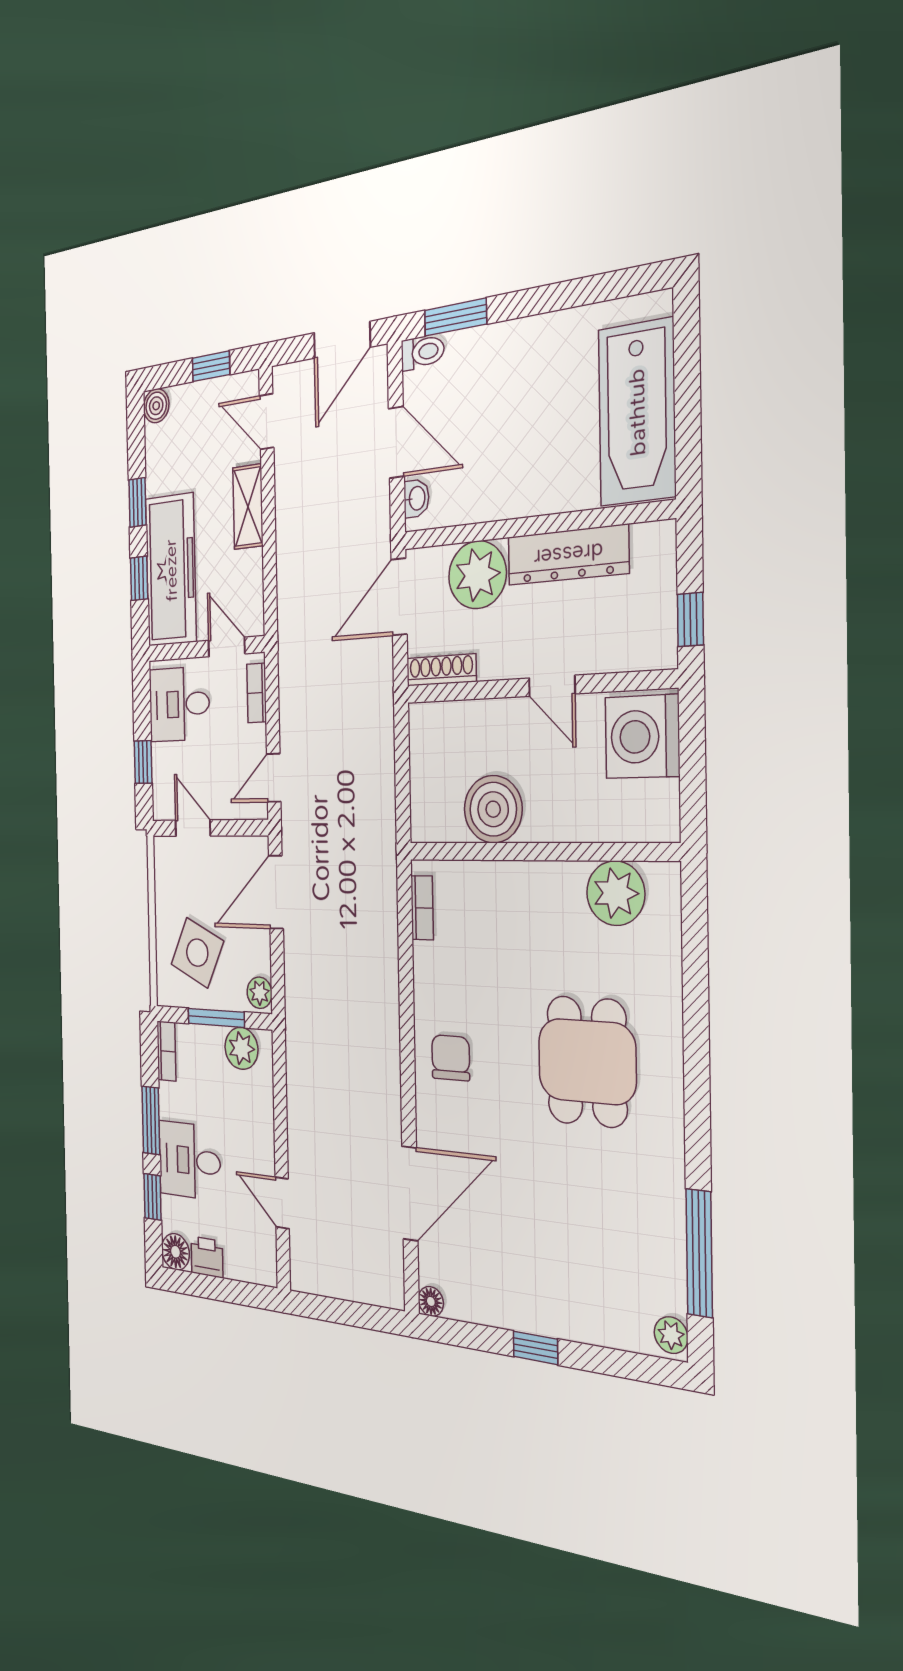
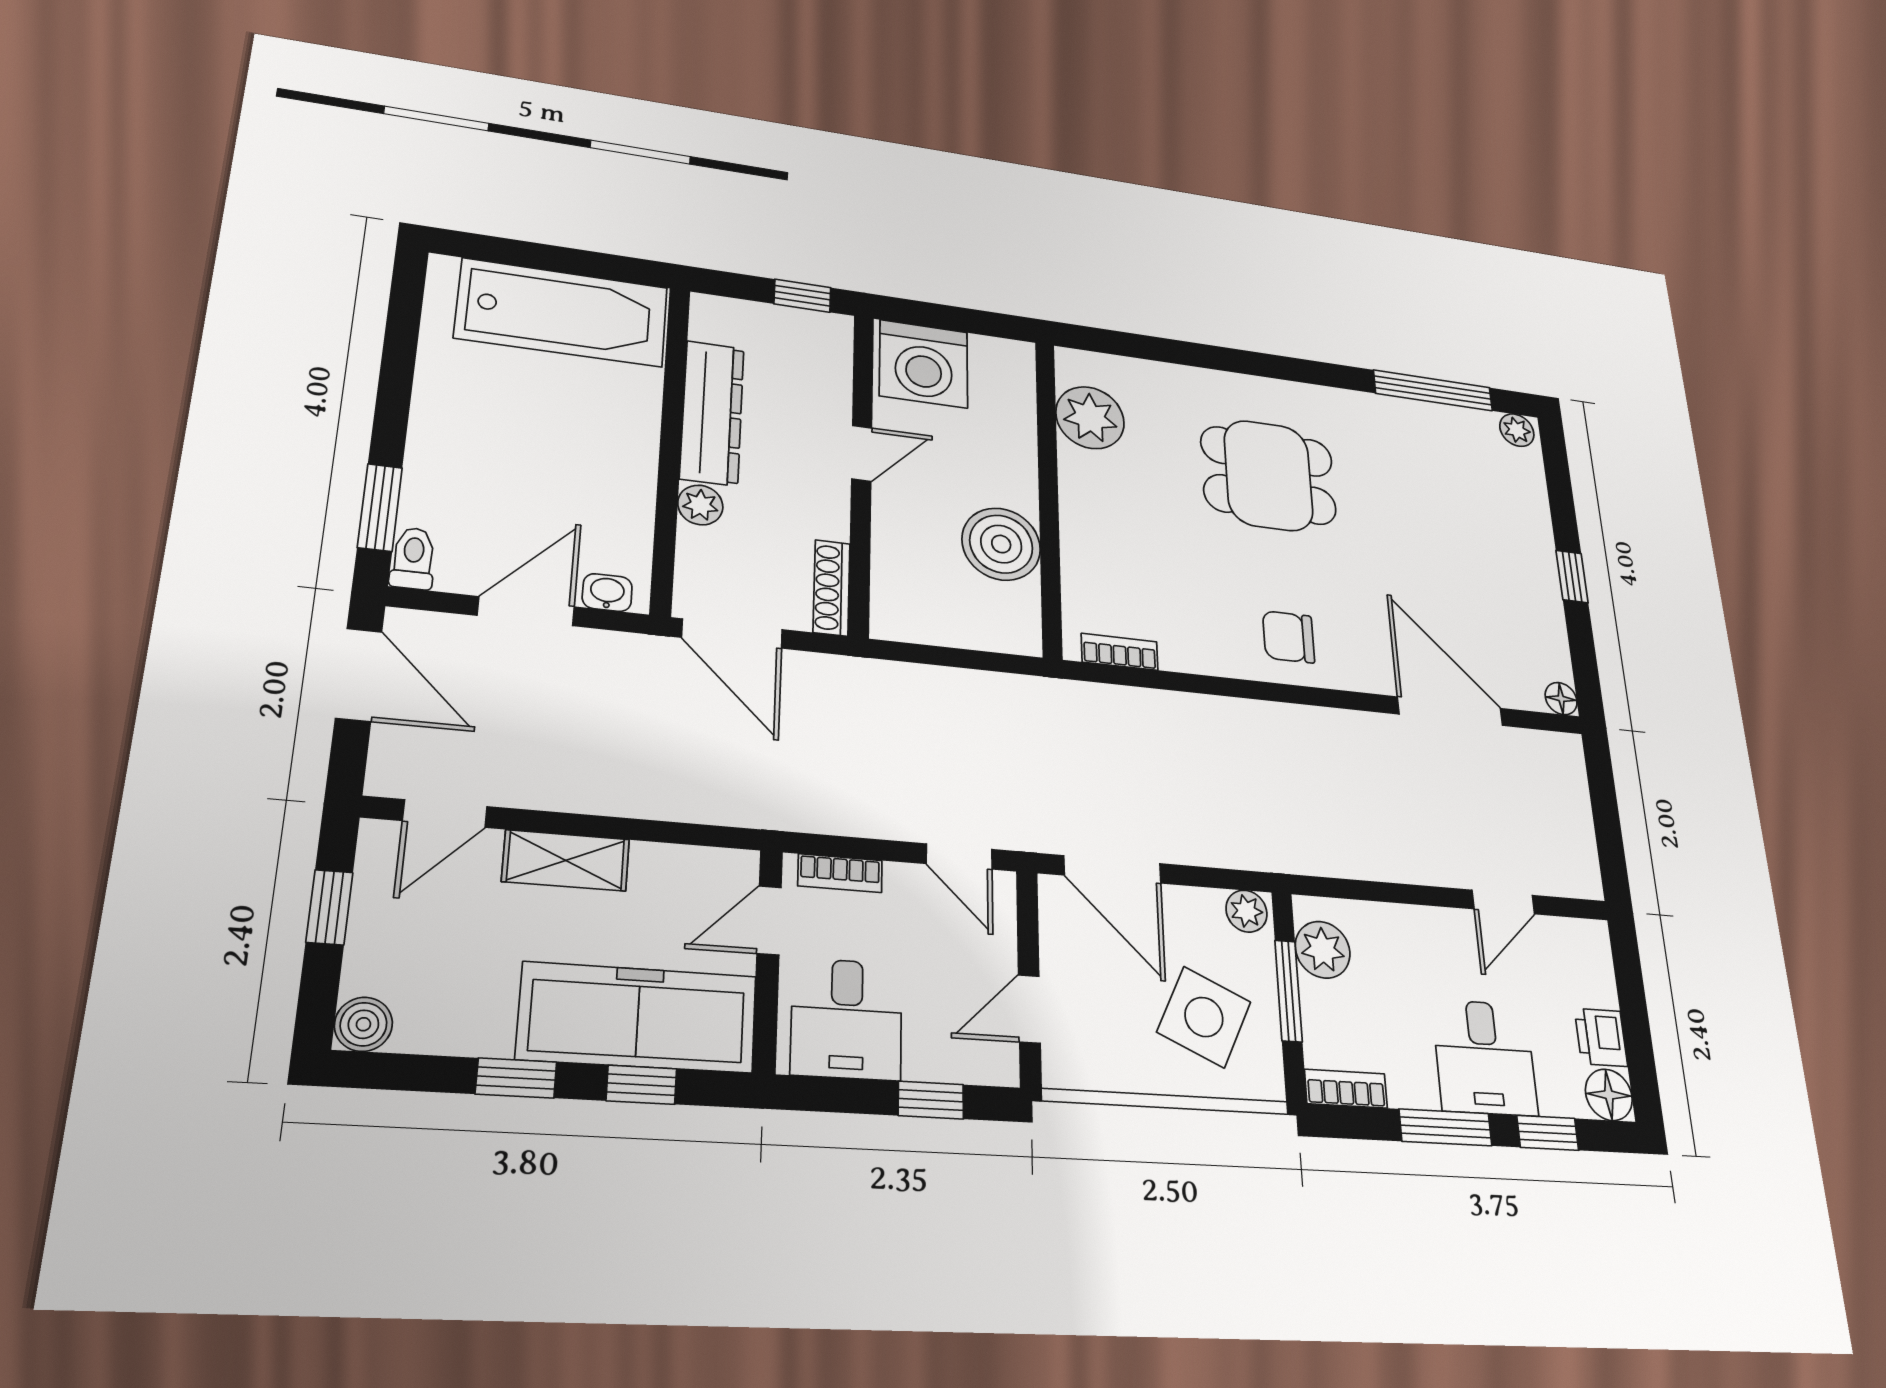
plant: (477, 575) -> (700, 505), width x0.53, depth x0.53

